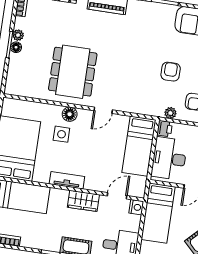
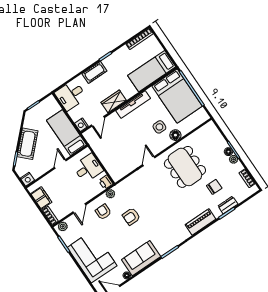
chair: (62, 26) -> (214, 187), added
armchair: (171, 72) -> (131, 217), turned 89
floor lamp: (70, 114) -> (175, 135), moved
bed: (139, 146) -> (111, 160), removed
desk: (169, 159) -> (88, 168), width x0.73
tv unit: (67, 180) -> (133, 104), width x1.41

